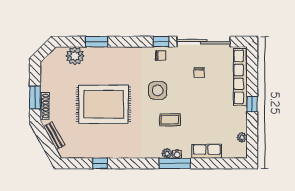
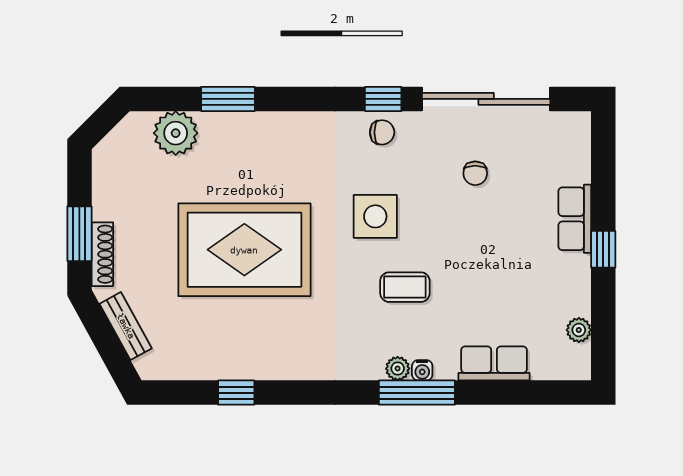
row of seats: (240, 77) -> (575, 219), width x0.50

